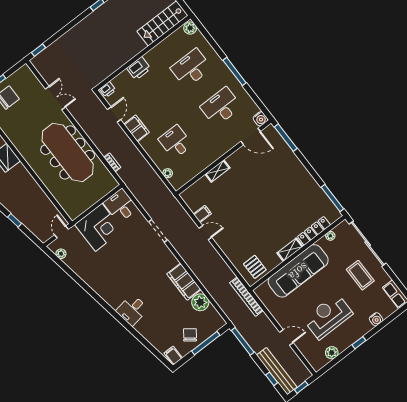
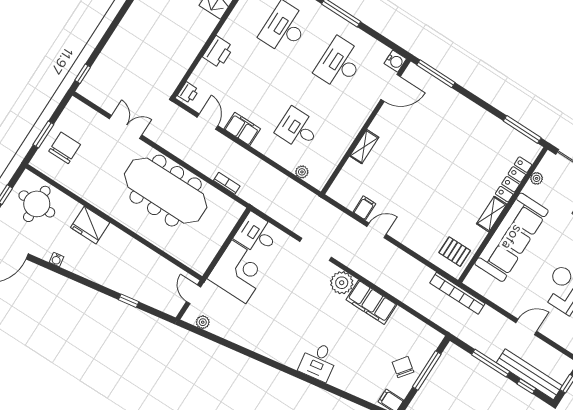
plant: (200, 302) -> (342, 283), moved
window: (243, 341) -> (491, 363), moved

